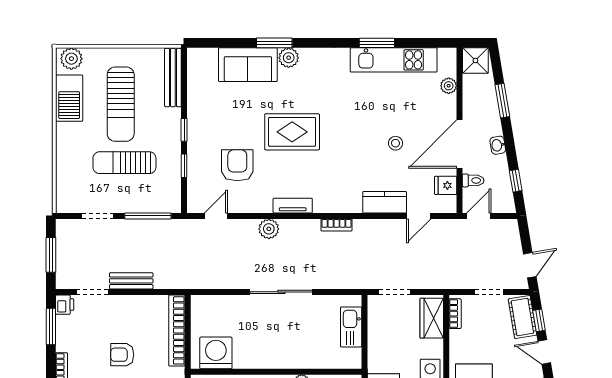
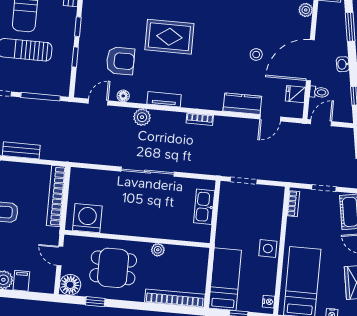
armchair: (237, 165) -> (120, 61), turned 90
floor lamp: (245, 206) -> (123, 96), added
wardrobe: (432, 318) -> (273, 206), removed

